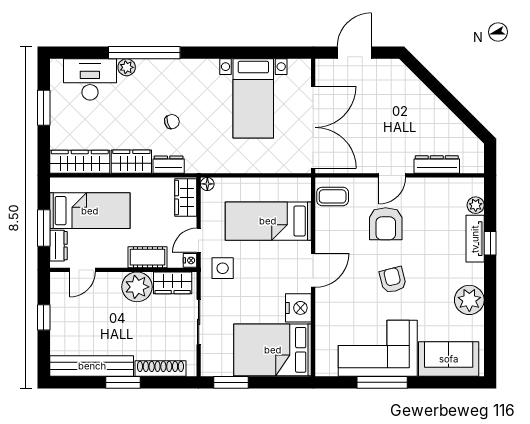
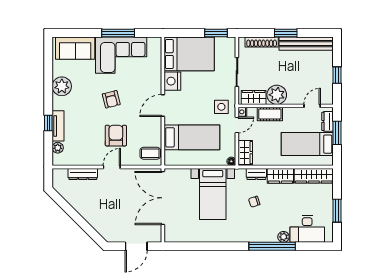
bed with nightstands: (253, 98) -> (213, 194), moved, turned 180

